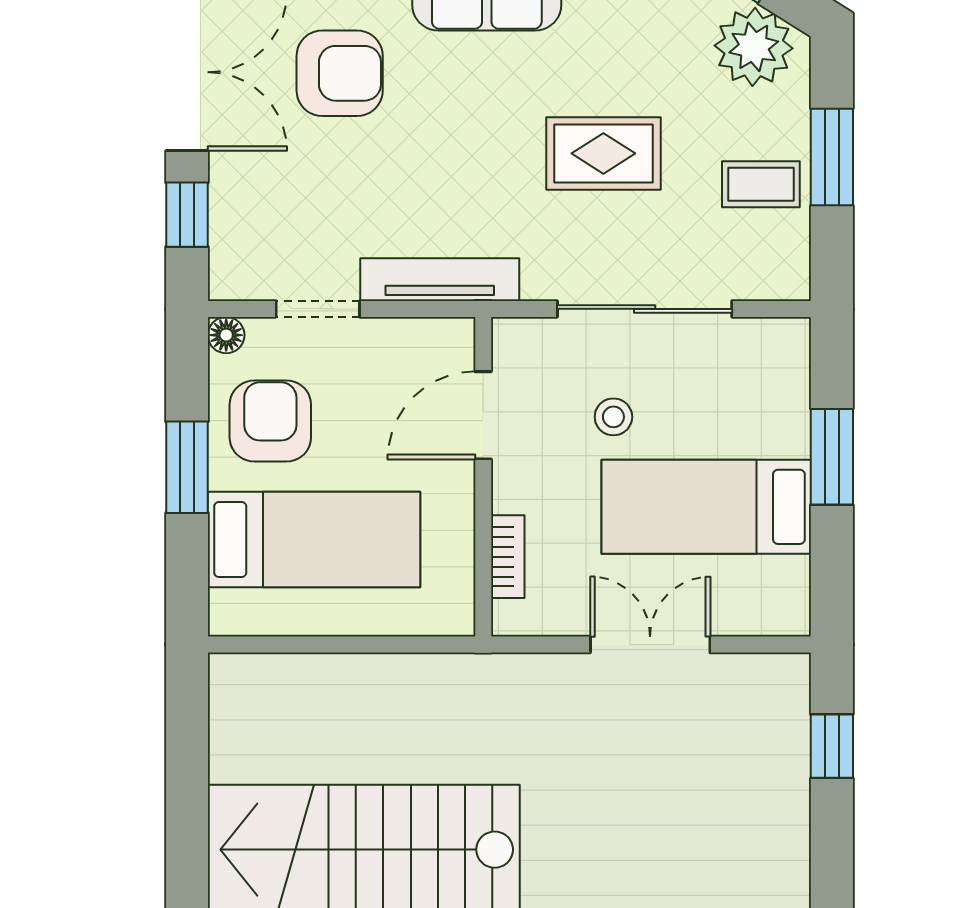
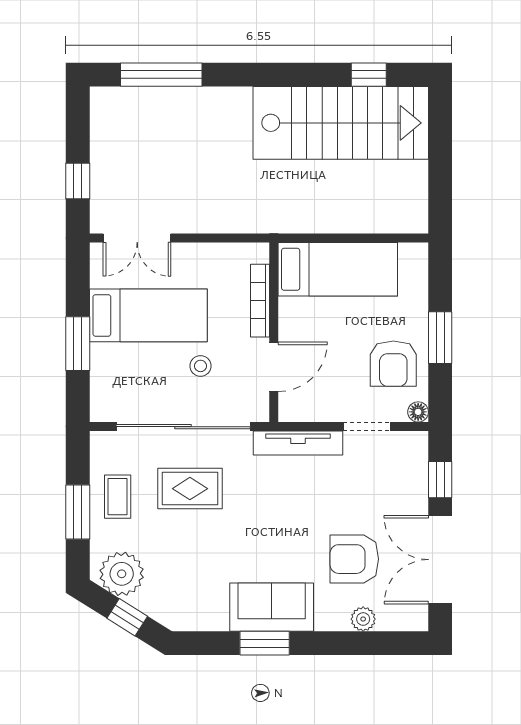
rug: (603, 153) -> (190, 489), moved
coffee table: (761, 184) -> (118, 497), turned 90
sliding door: (645, 309) -> (183, 427), width x1.36
bed: (314, 540) -> (338, 269), moved, turned 180
bookcase: (508, 557) -> (260, 301), width x1.56
double door: (650, 645) -> (137, 238), moved

